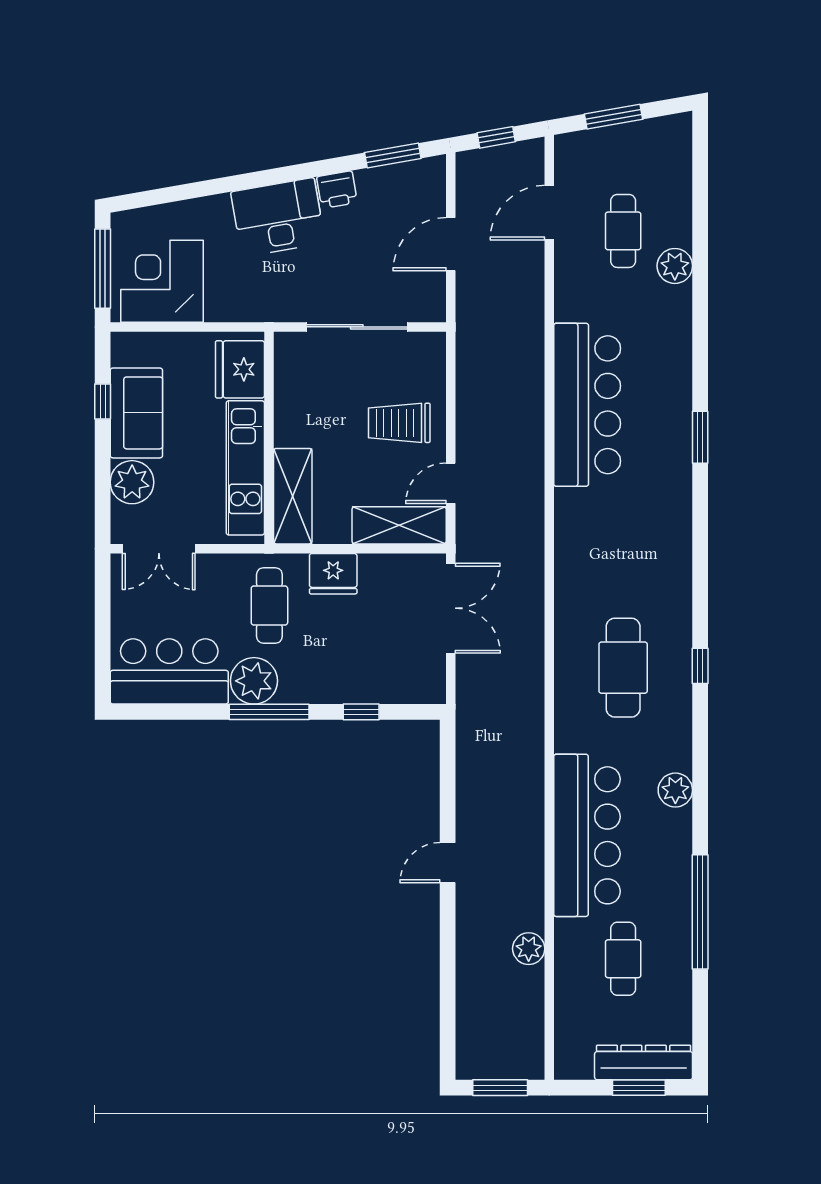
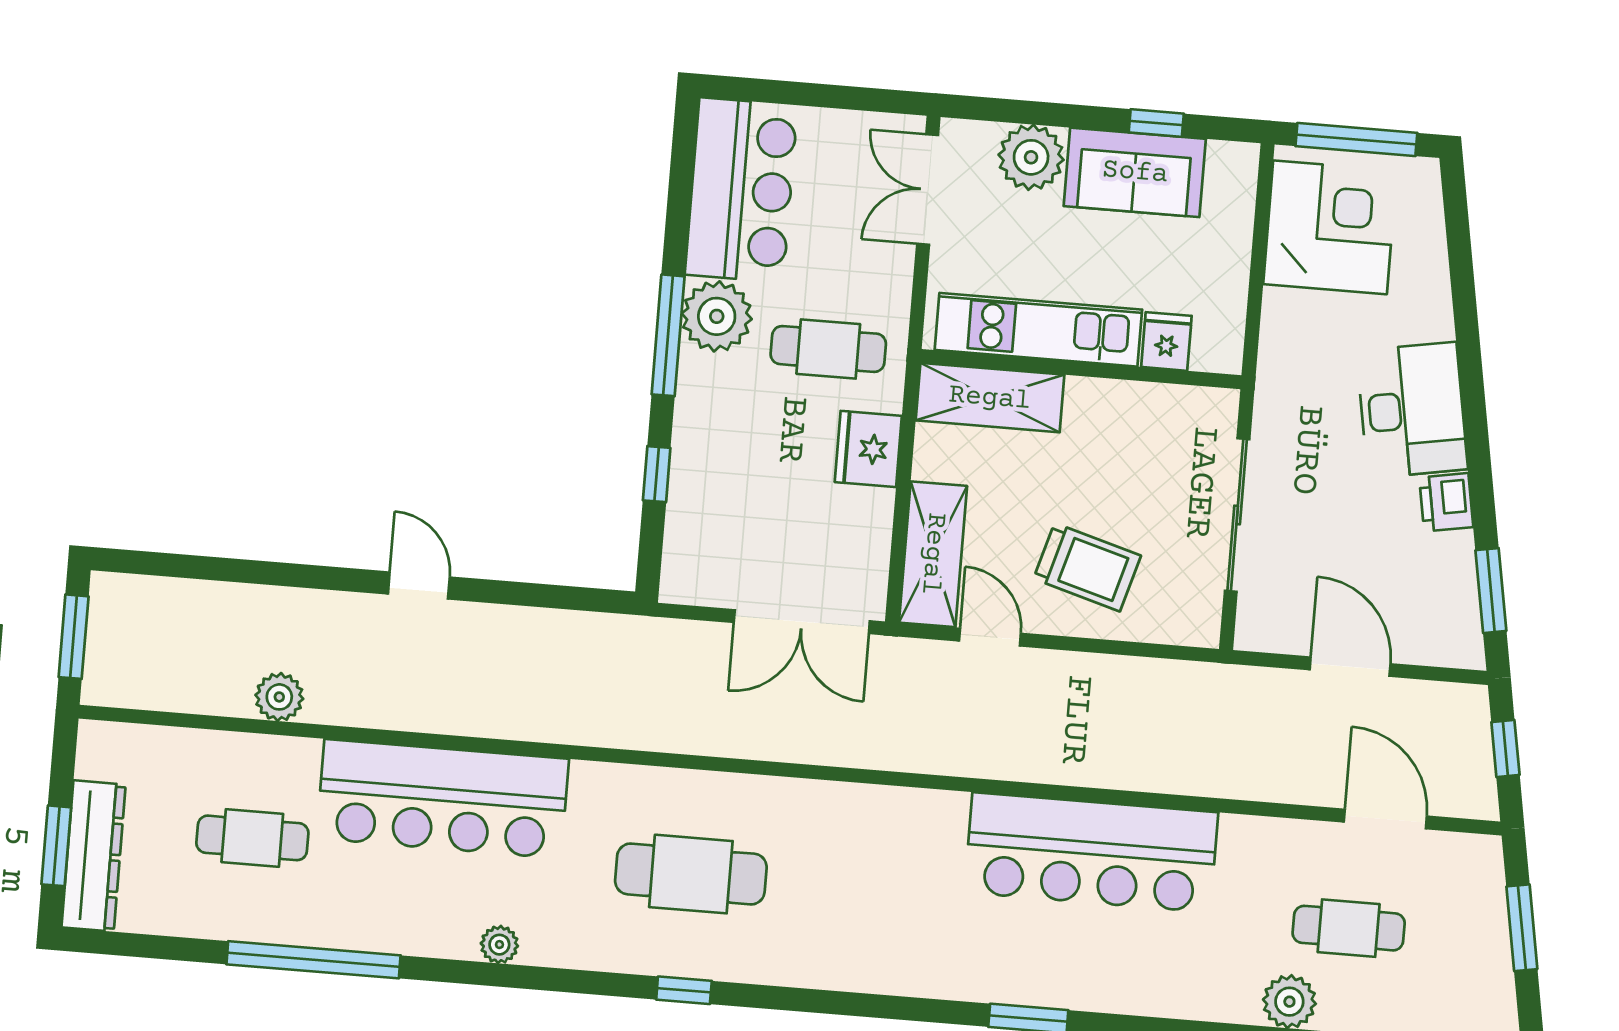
fridge: (240, 369) -> (1166, 341), width x0.53, depth x0.75
trolley: (399, 423) -> (1087, 567), turned 106
plant: (675, 790) -> (499, 945), width x0.73, depth x0.73

